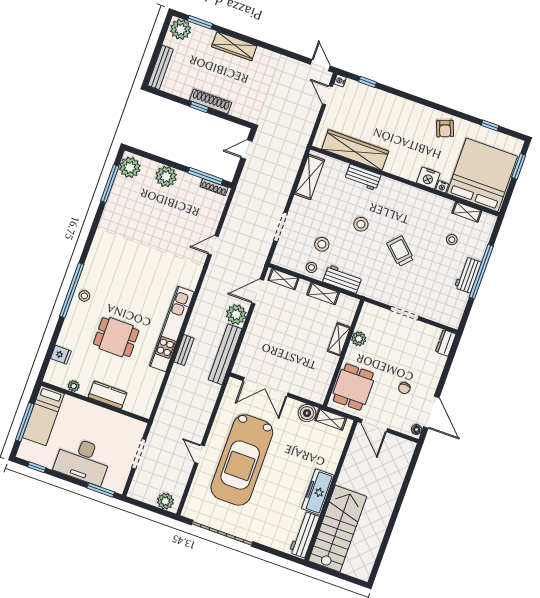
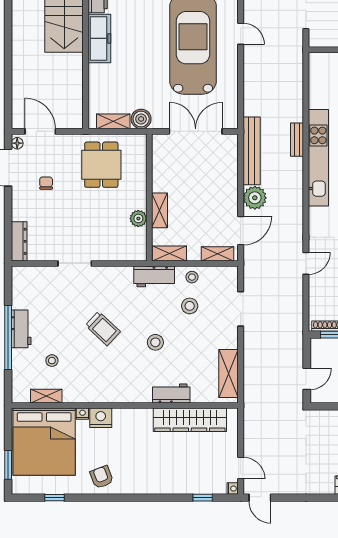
shelving: (339, 339) -> (160, 210), moved
plant: (359, 339) -> (138, 219), moved
dresser: (446, 343) -> (19, 241), width x1.44
wall: (344, 353) -> (149, 197), moved
door: (374, 426) -> (40, 131), moved

